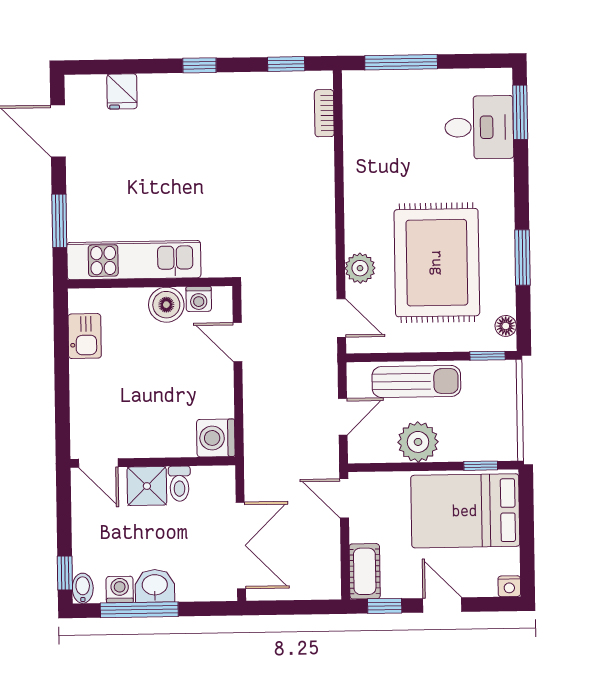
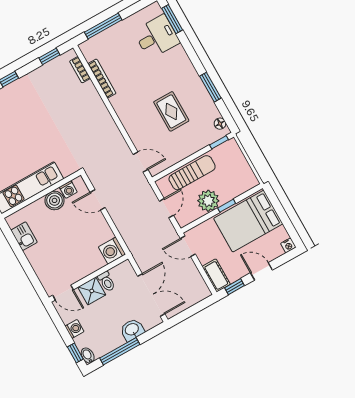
bookcase: (352, 147) -> (102, 79), added
rug: (437, 263) -> (171, 111), width x0.54, depth x0.49
plant: (360, 268) -> (136, 134), removed
window: (481, 466) -> (227, 206), moved
washbasin: (155, 586) -> (132, 330), moved
washing machine: (120, 590) -> (74, 329), moved, turned 90

